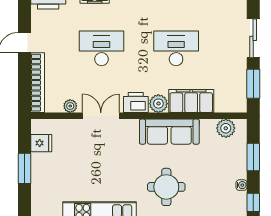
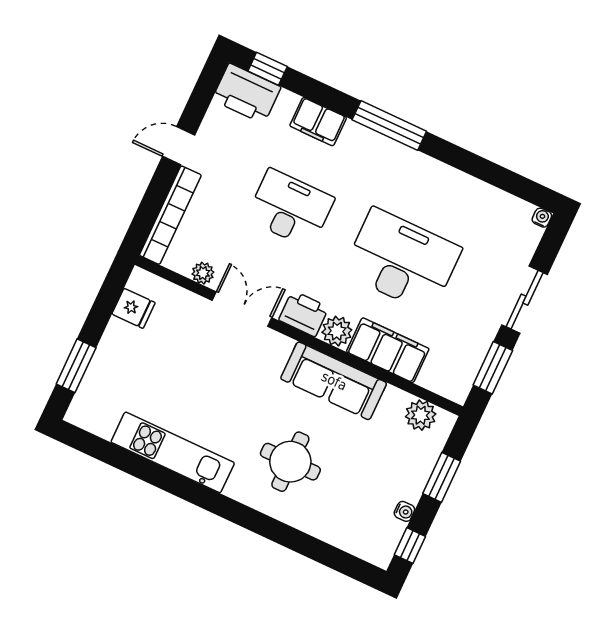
desk: (176, 48) -> (402, 261), width x1.36, depth x1.30
window: (24, 168) -> (76, 366), moved

